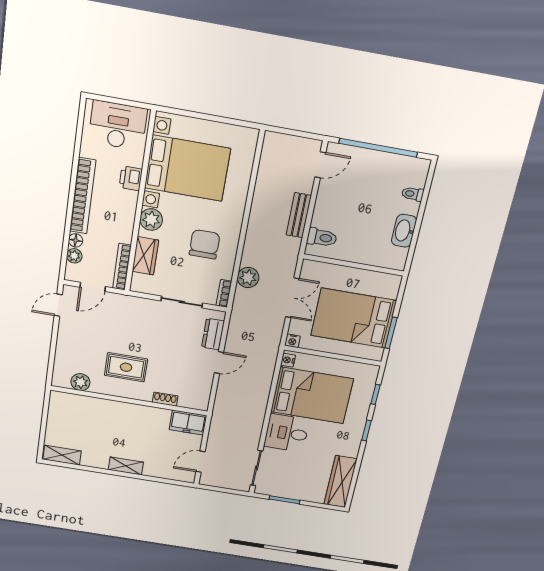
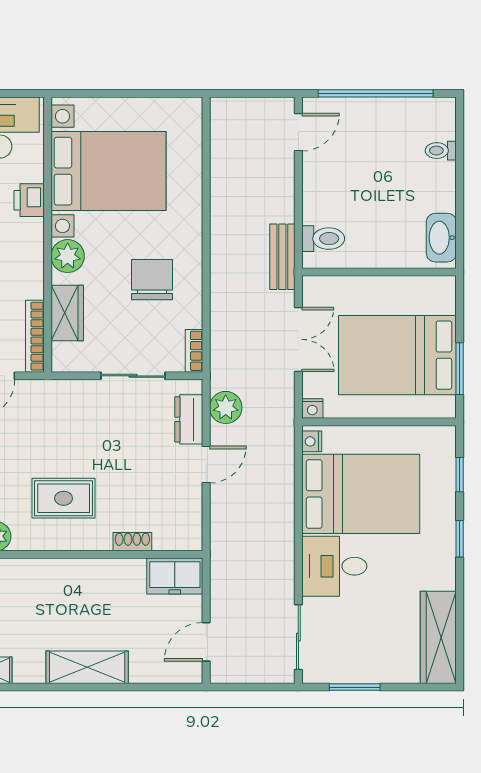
bench: (299, 215) -> (282, 257), moved
washbasin: (404, 231) -> (441, 238), moved
plant: (248, 278) -> (226, 407), moved
shelving: (126, 466) -> (87, 667), width x1.50, depth x1.33

